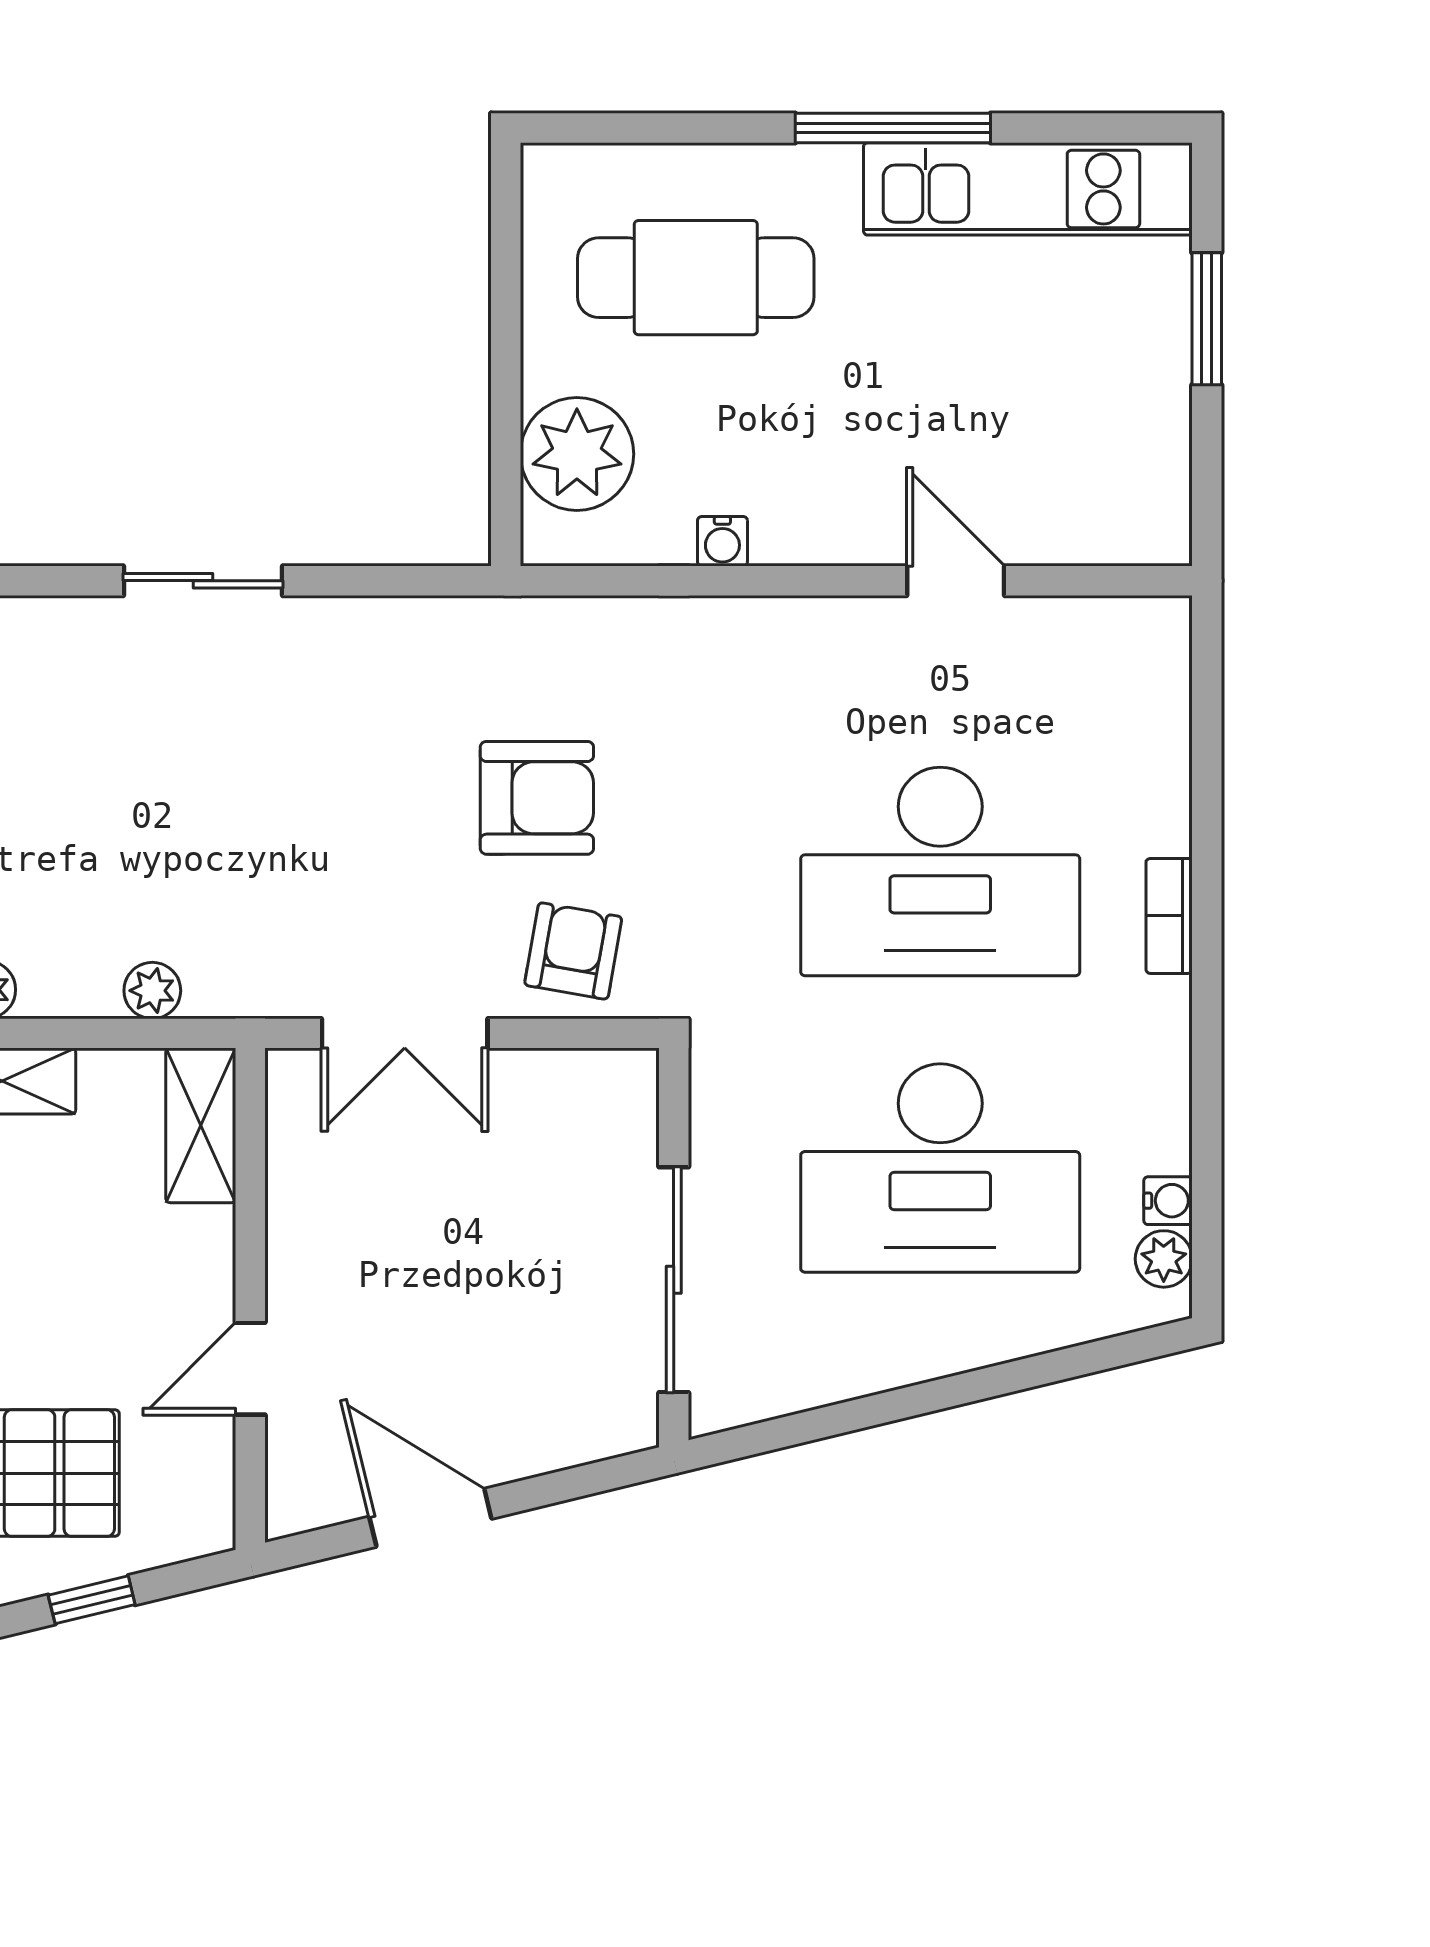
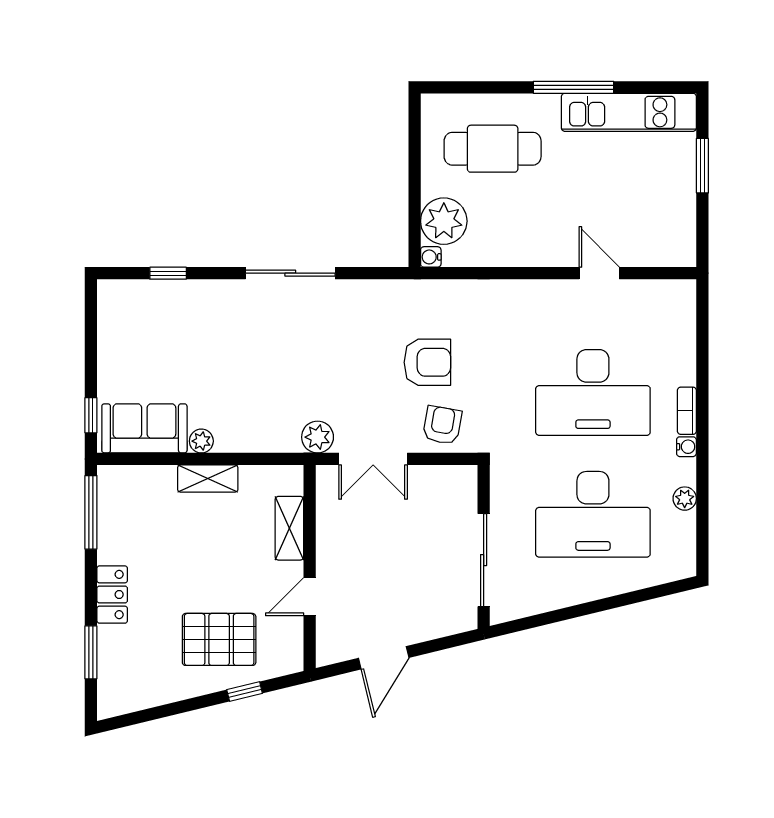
water cooler: (722, 541) -> (431, 257), moved, turned 90
sliding door: (203, 581) -> (290, 273), width x1.37
plant: (152, 991) -> (318, 437), moved, width x1.38, depth x1.38
shelving: (201, 1125) -> (289, 528), moved
water cooler: (1168, 1201) -> (686, 447), moved
plant: (1164, 1259) -> (685, 499), moved
door: (430, 1518) -> (384, 658), swing flipped

